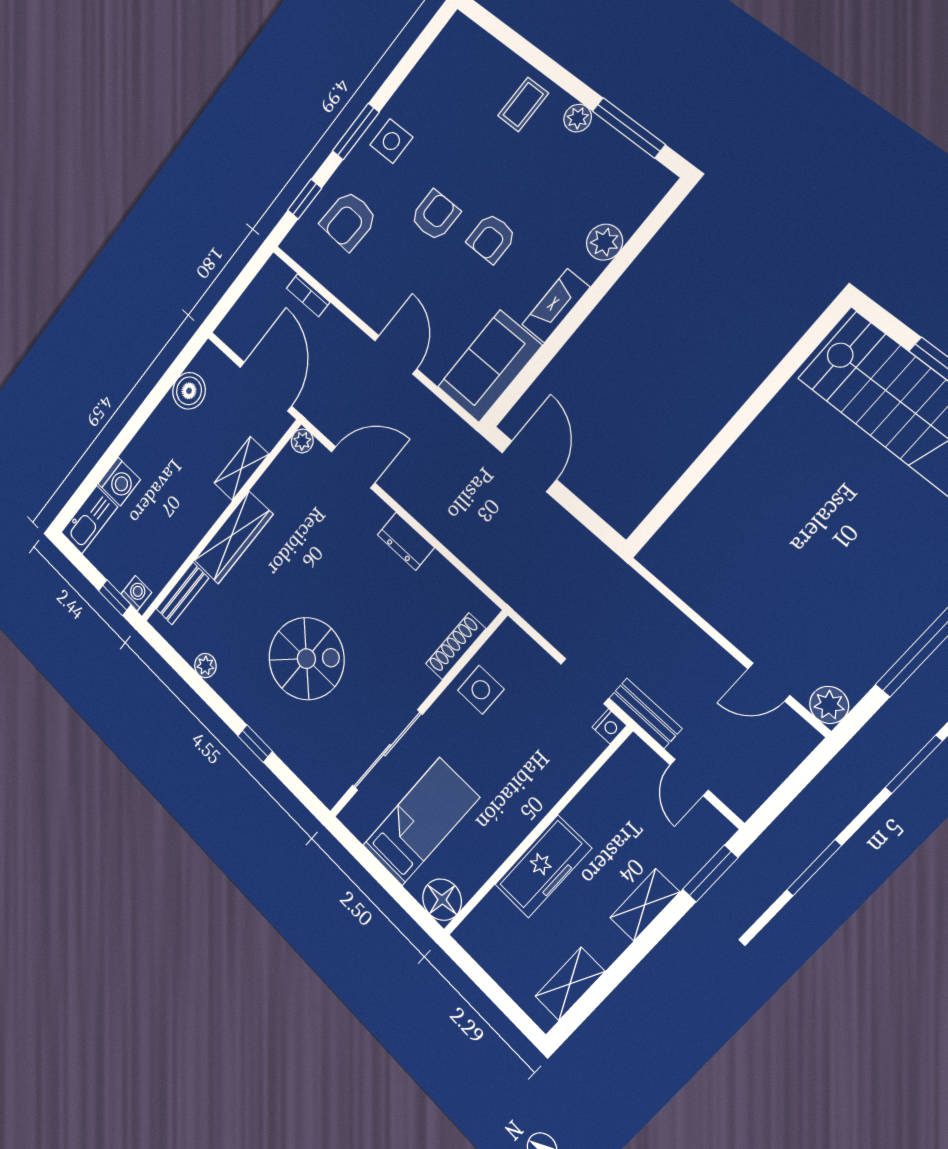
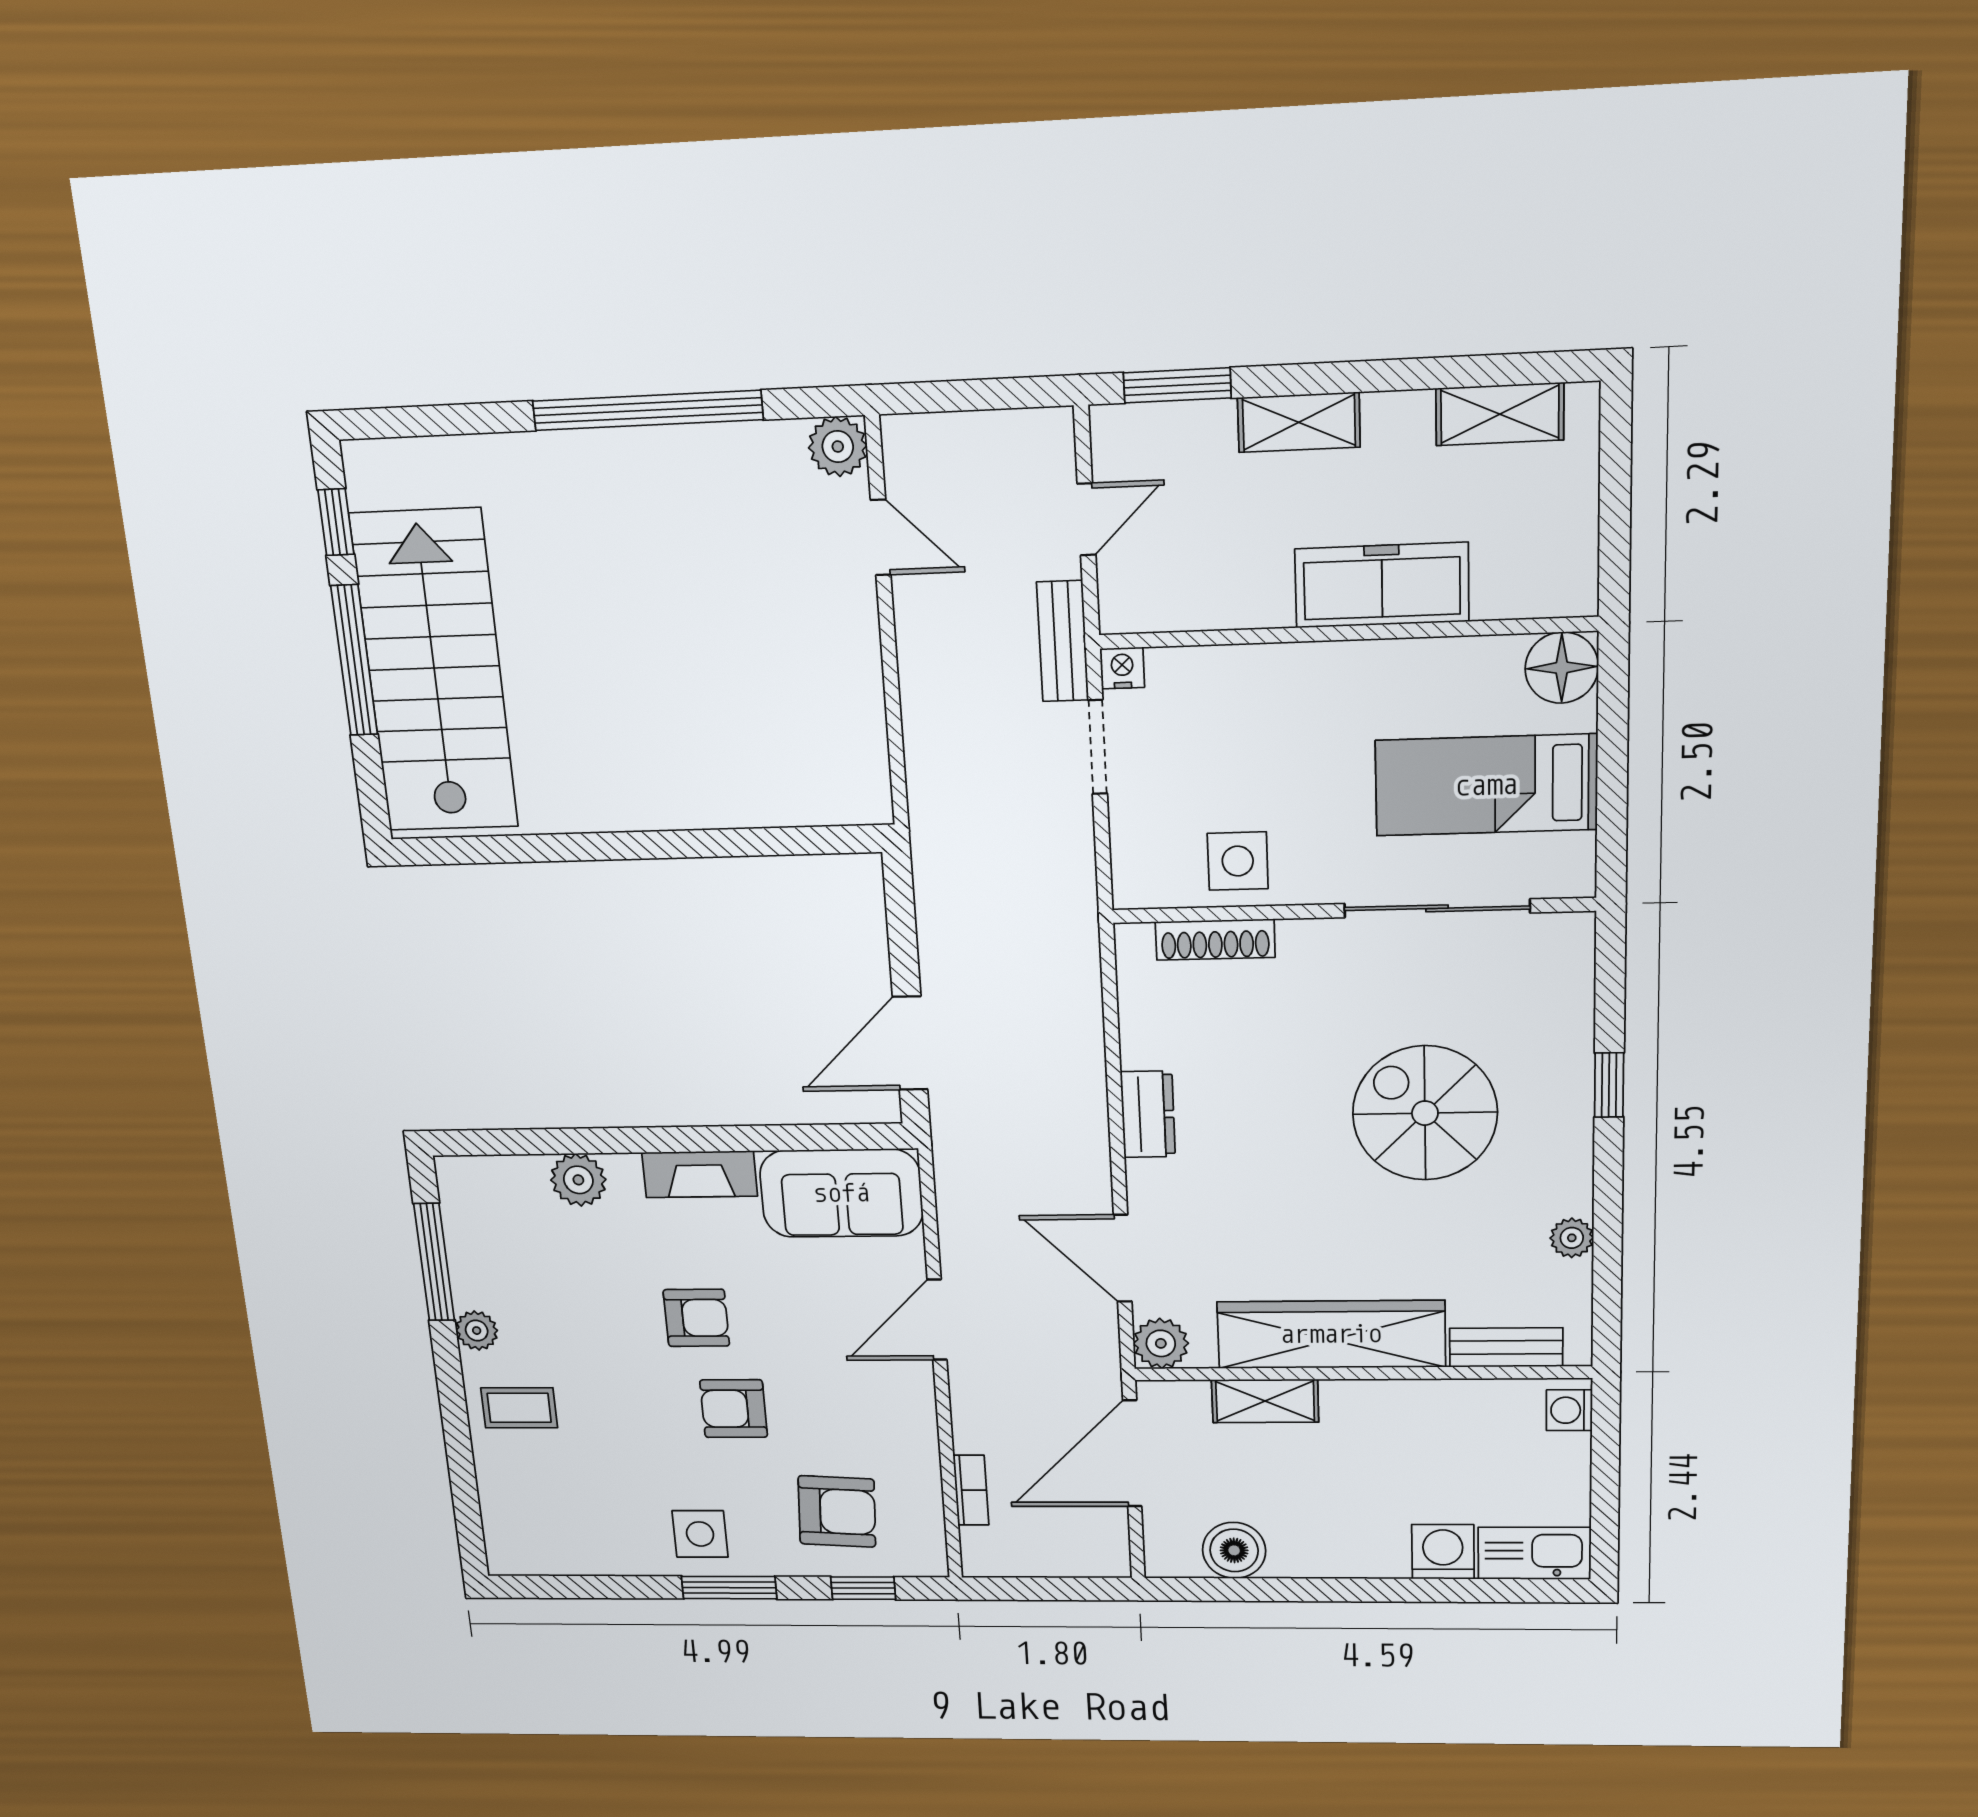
plant: (302, 441) -> (1161, 1343), width x1.38, depth x1.38
wardrobe: (233, 537) -> (1331, 1334), width x1.40, depth x1.17
window: (115, 598) -> (1606, 1435), removed

